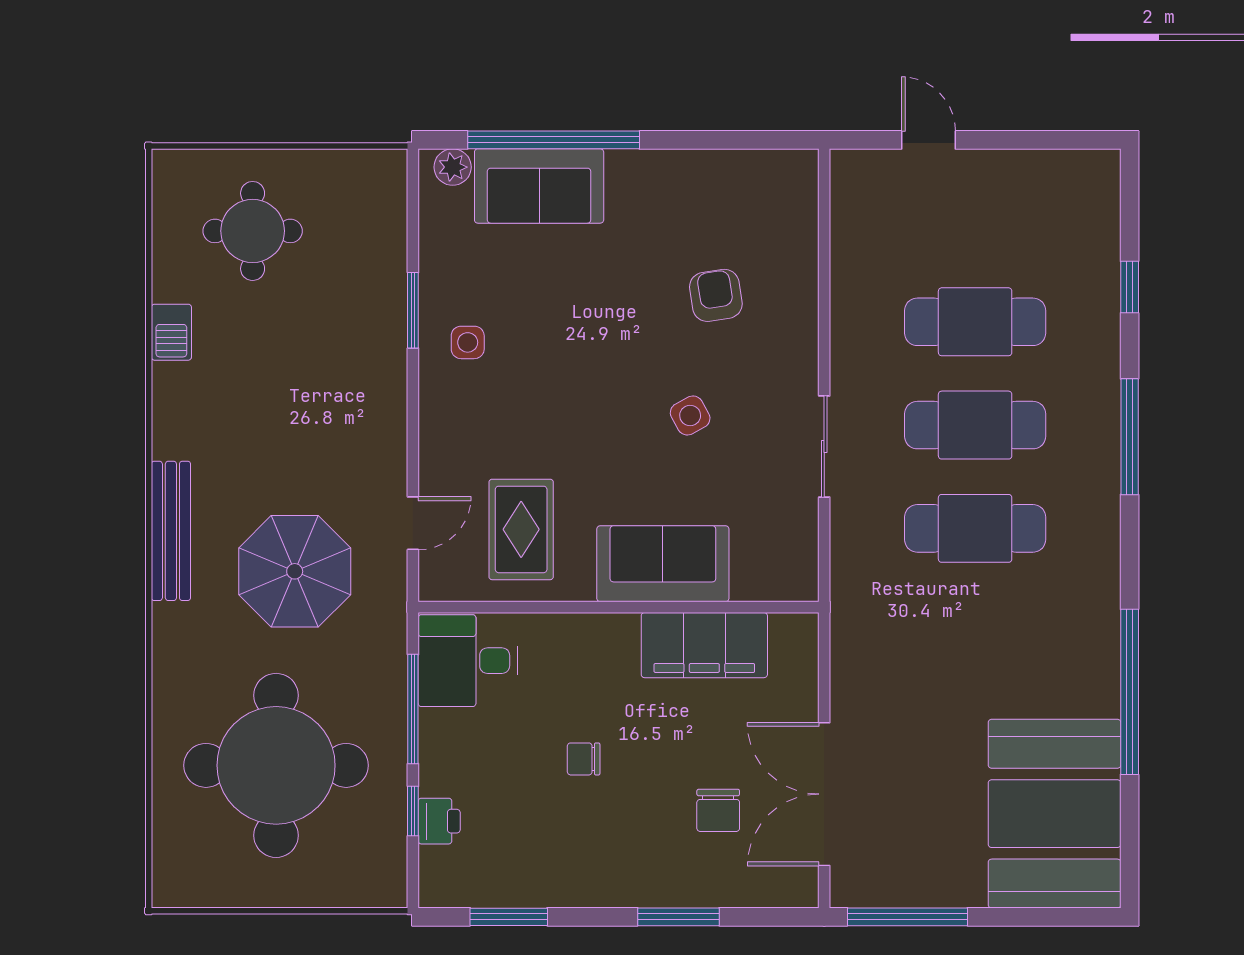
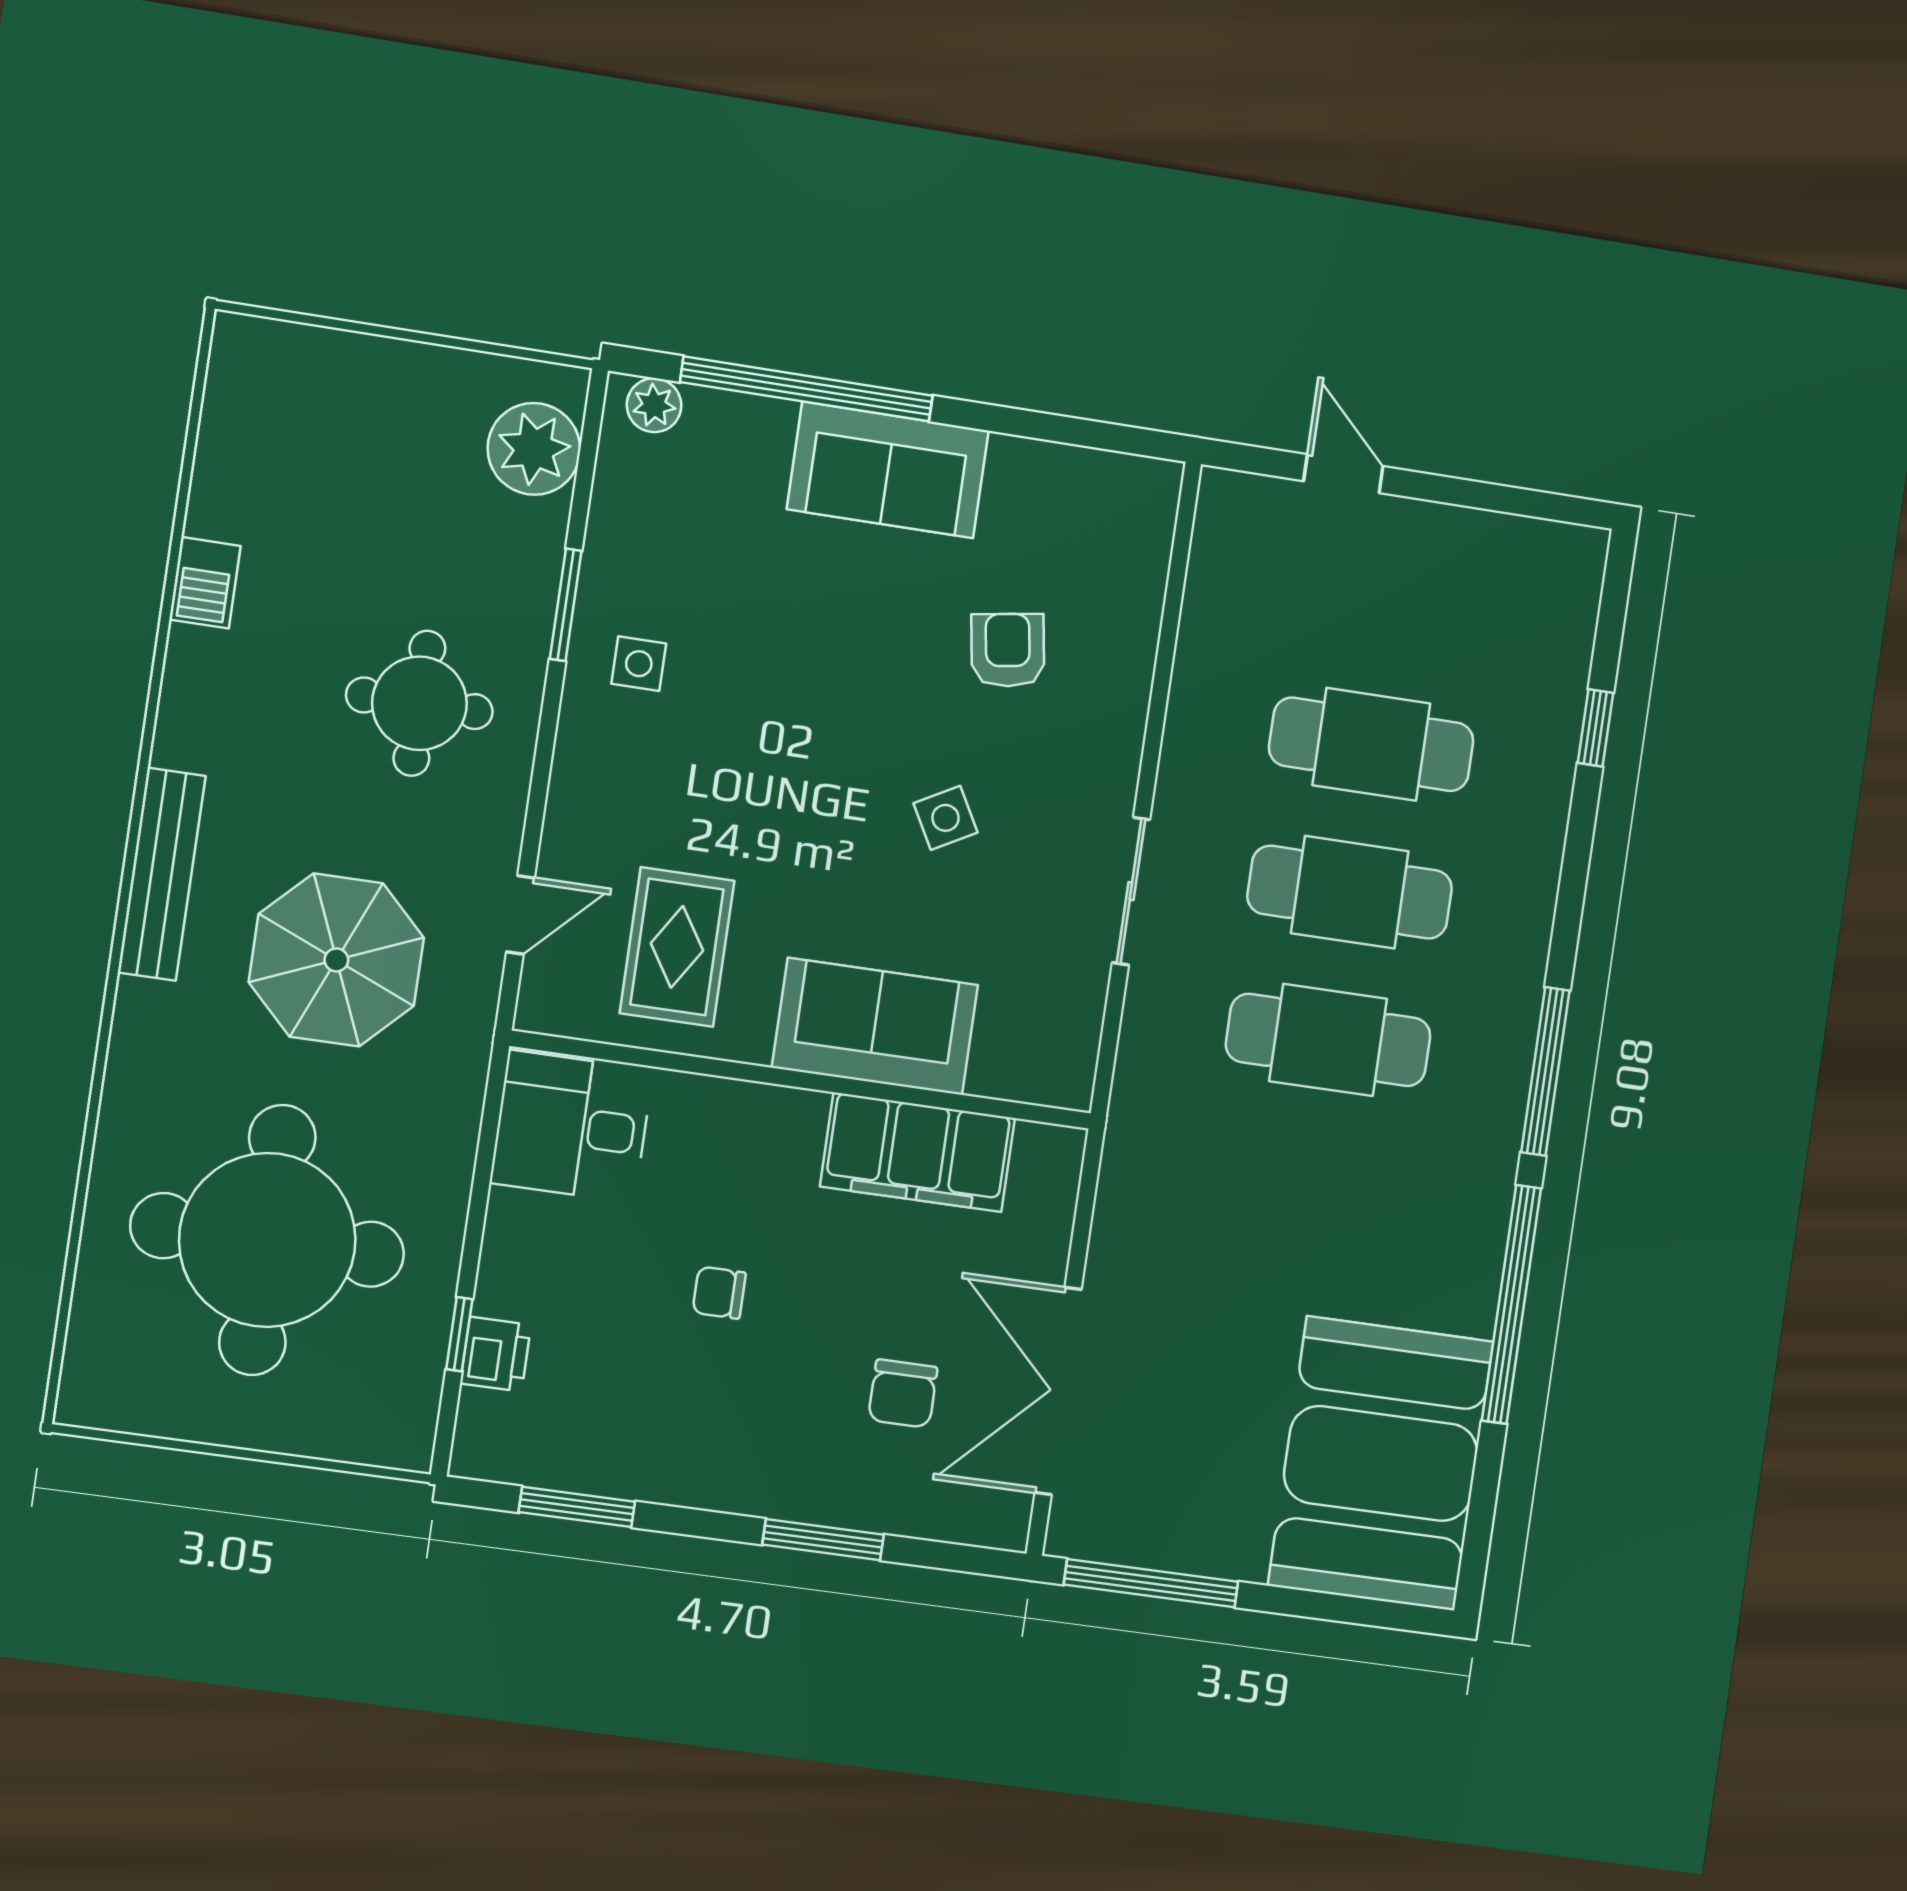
sofa: (539, 186) -> (888, 470), moved
plant: (377, 209) -> (534, 449), added
round table: (253, 231) -> (419, 703), moved
window: (1130, 437) -> (1545, 1071), moved
window: (413, 709) -> (481, 1186), removed

